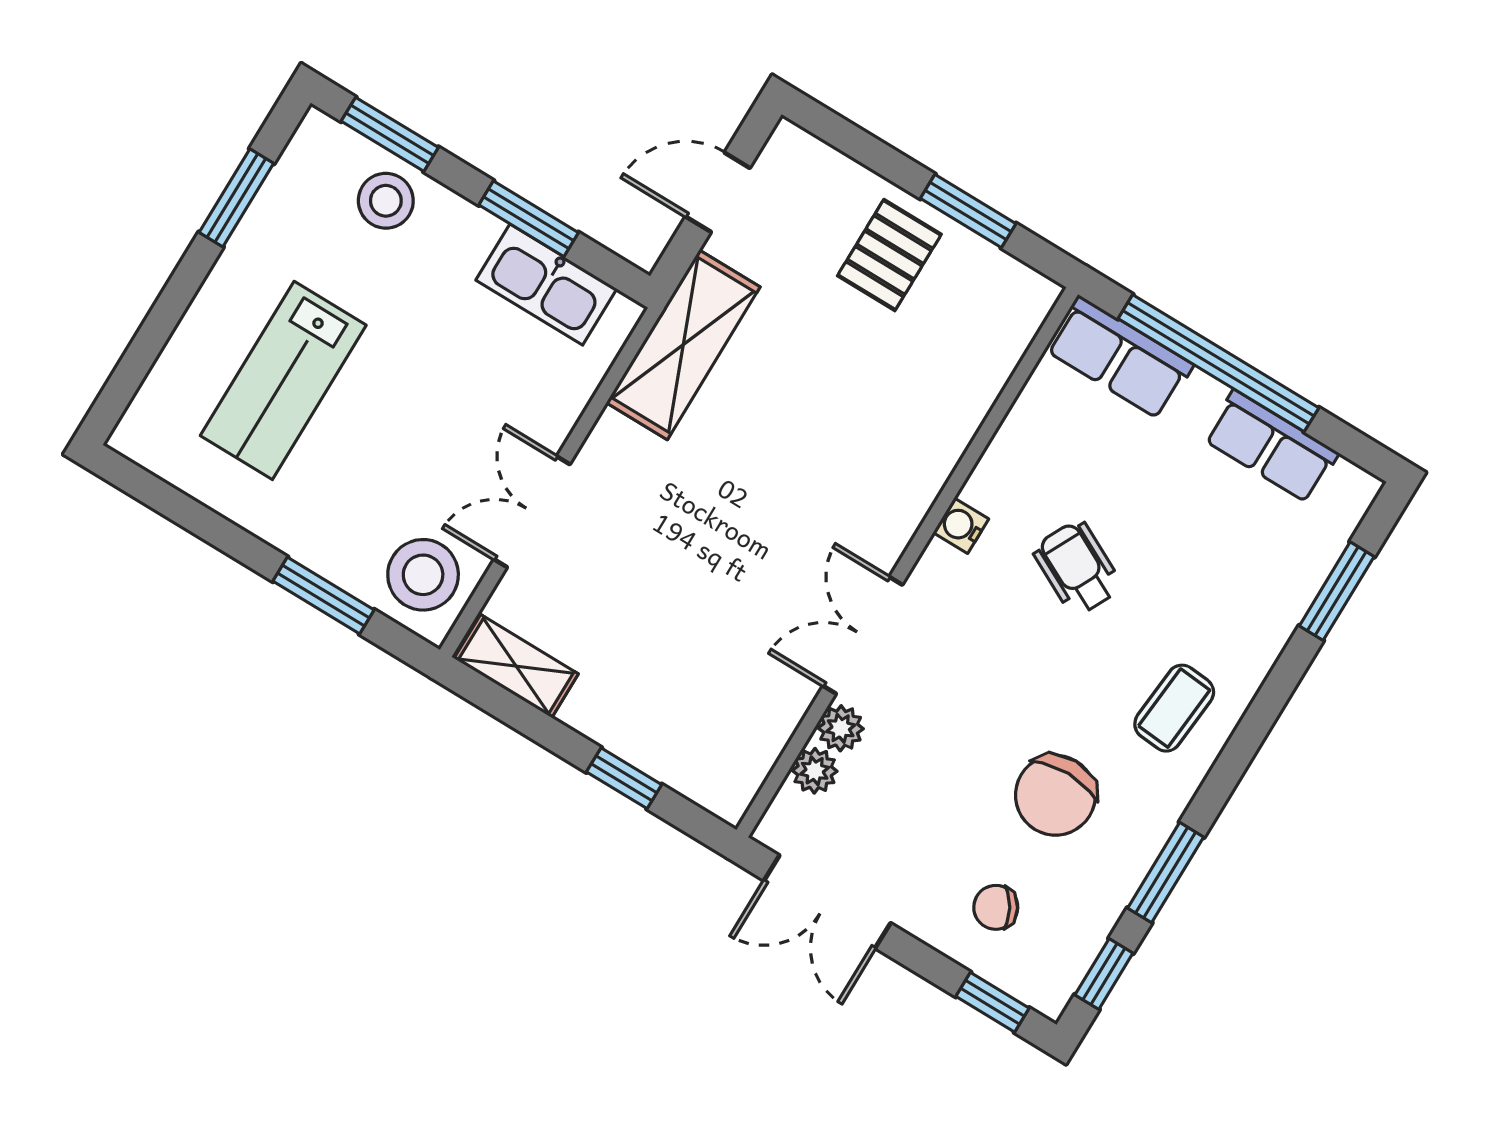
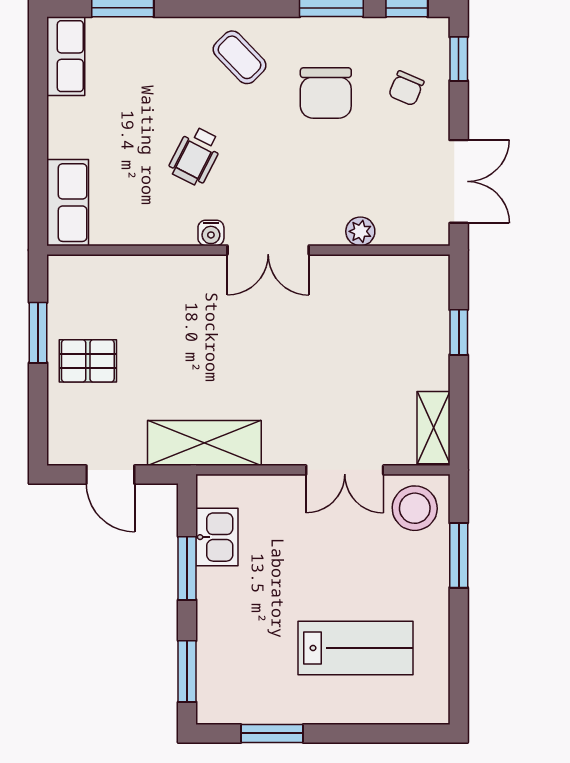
stool: (386, 201) -> (224, 652), removed
kitchen sink: (546, 284) -> (217, 537), width x0.73
window: (1218, 363) -> (38, 147), removed
row of seats: (1271, 446) -> (66, 56), moved
double door: (863, 635) -> (268, 250), moved
coffee table: (1174, 708) -> (240, 57), turned 41
plant: (815, 771) -> (392, 231), removed
chair: (1055, 795) -> (326, 93), turned 90
chair: (996, 907) -> (406, 88), turned 53

